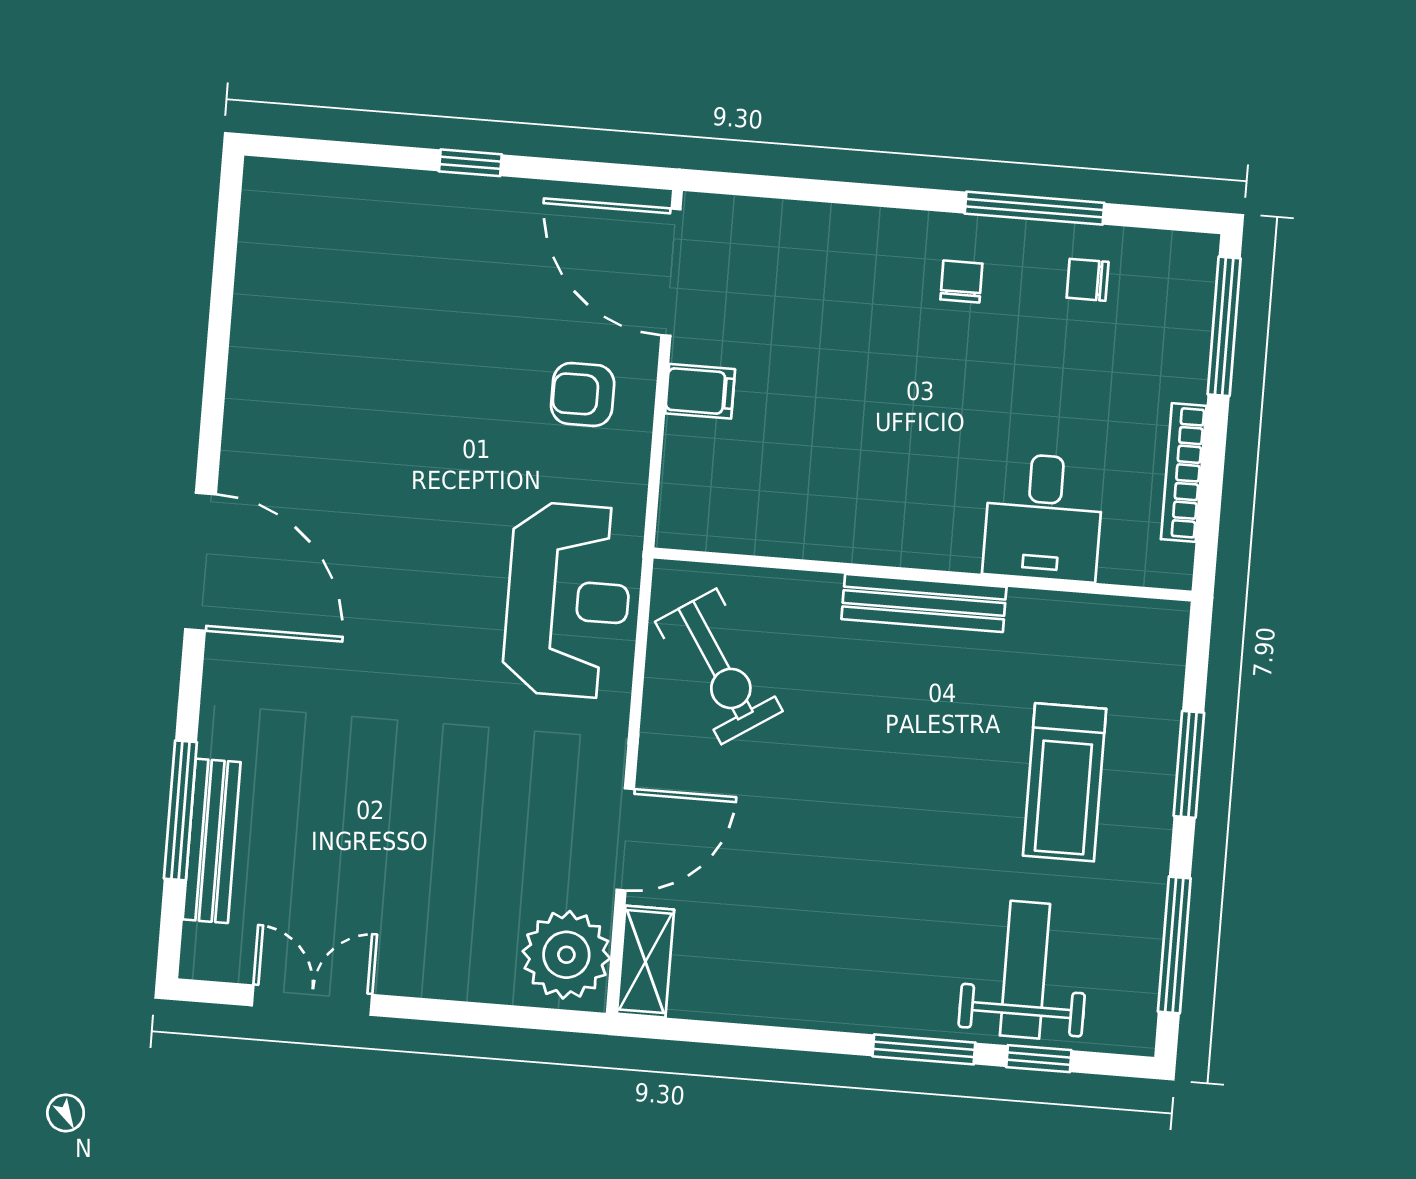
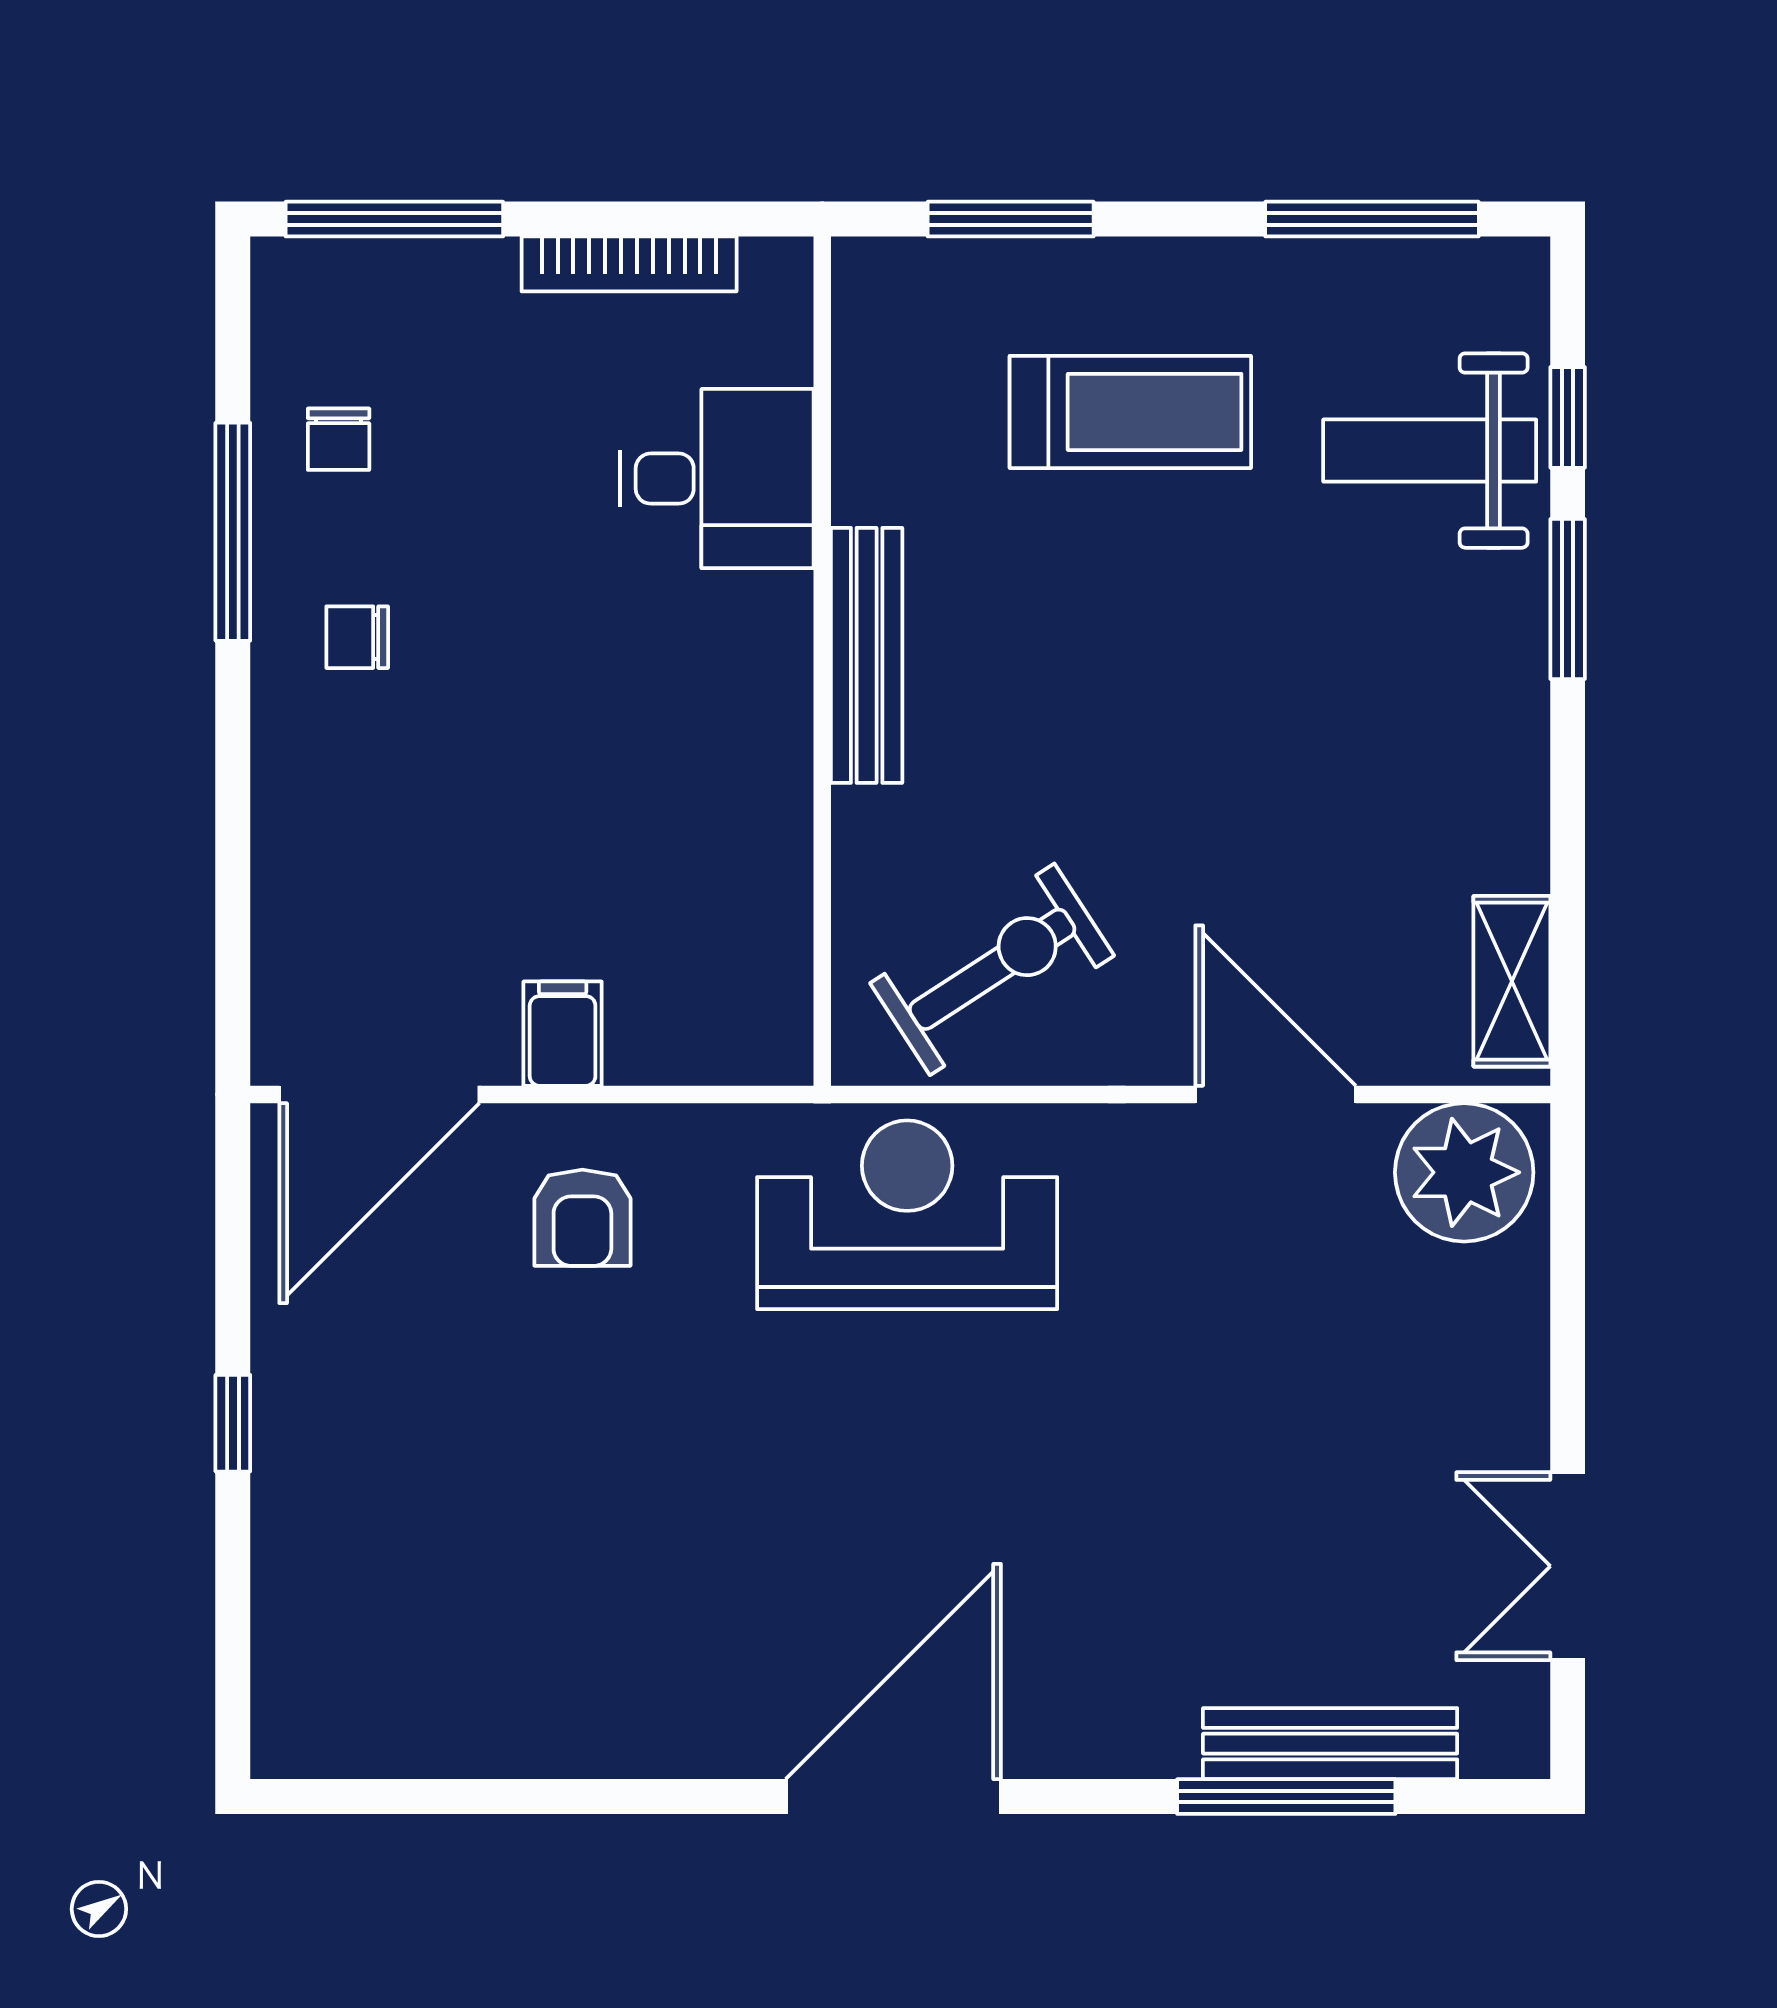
window: (1189, 764) -> (1011, 219), moved
shelving: (645, 962) -> (1512, 981), moved, turned 90

